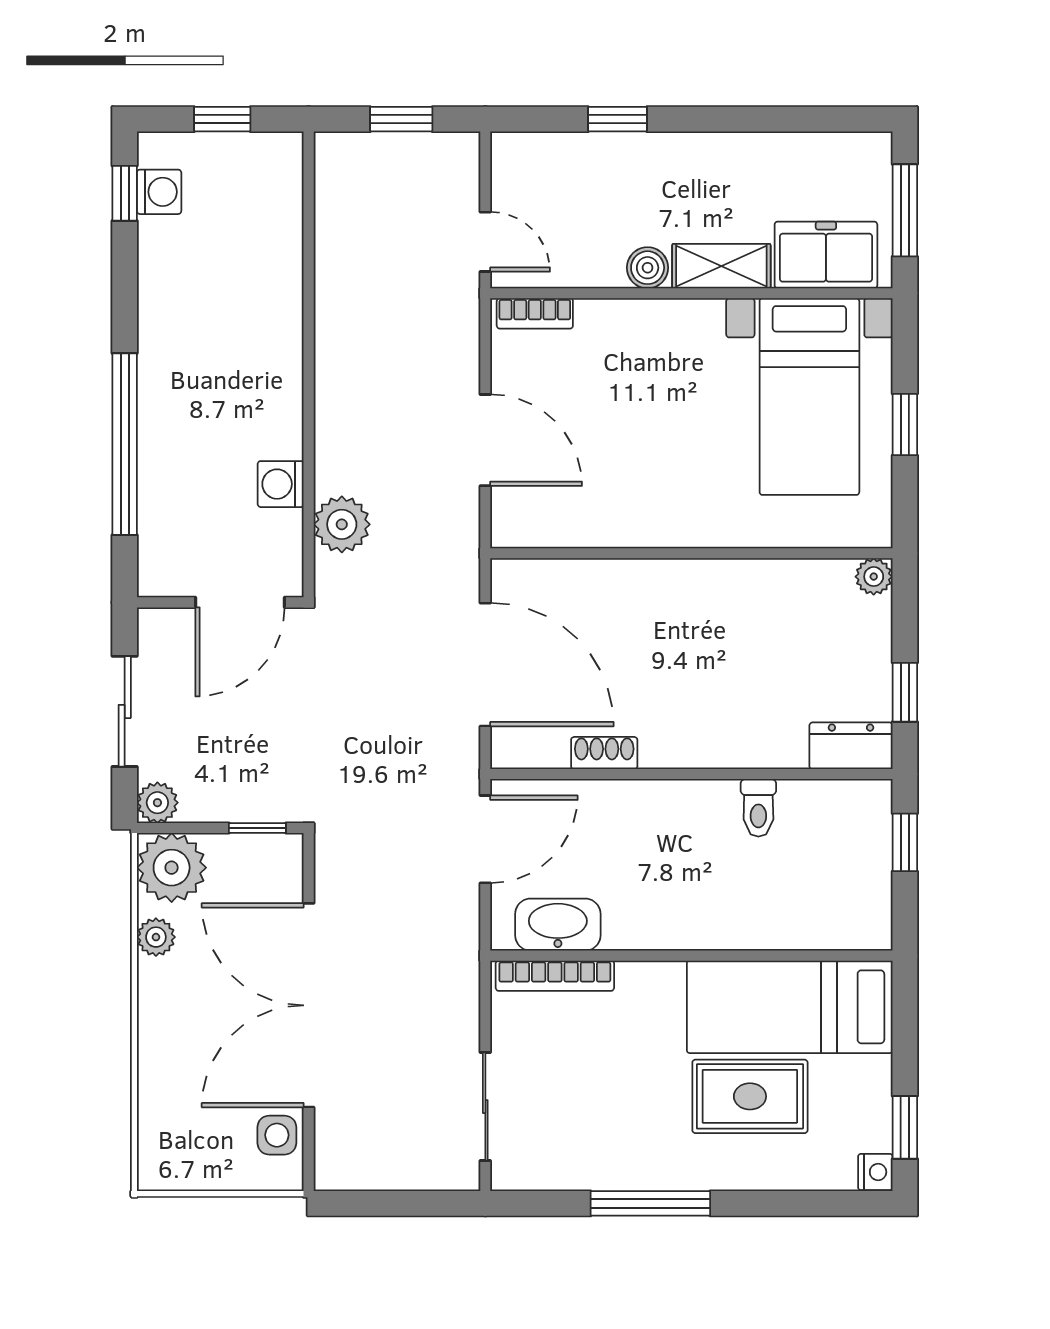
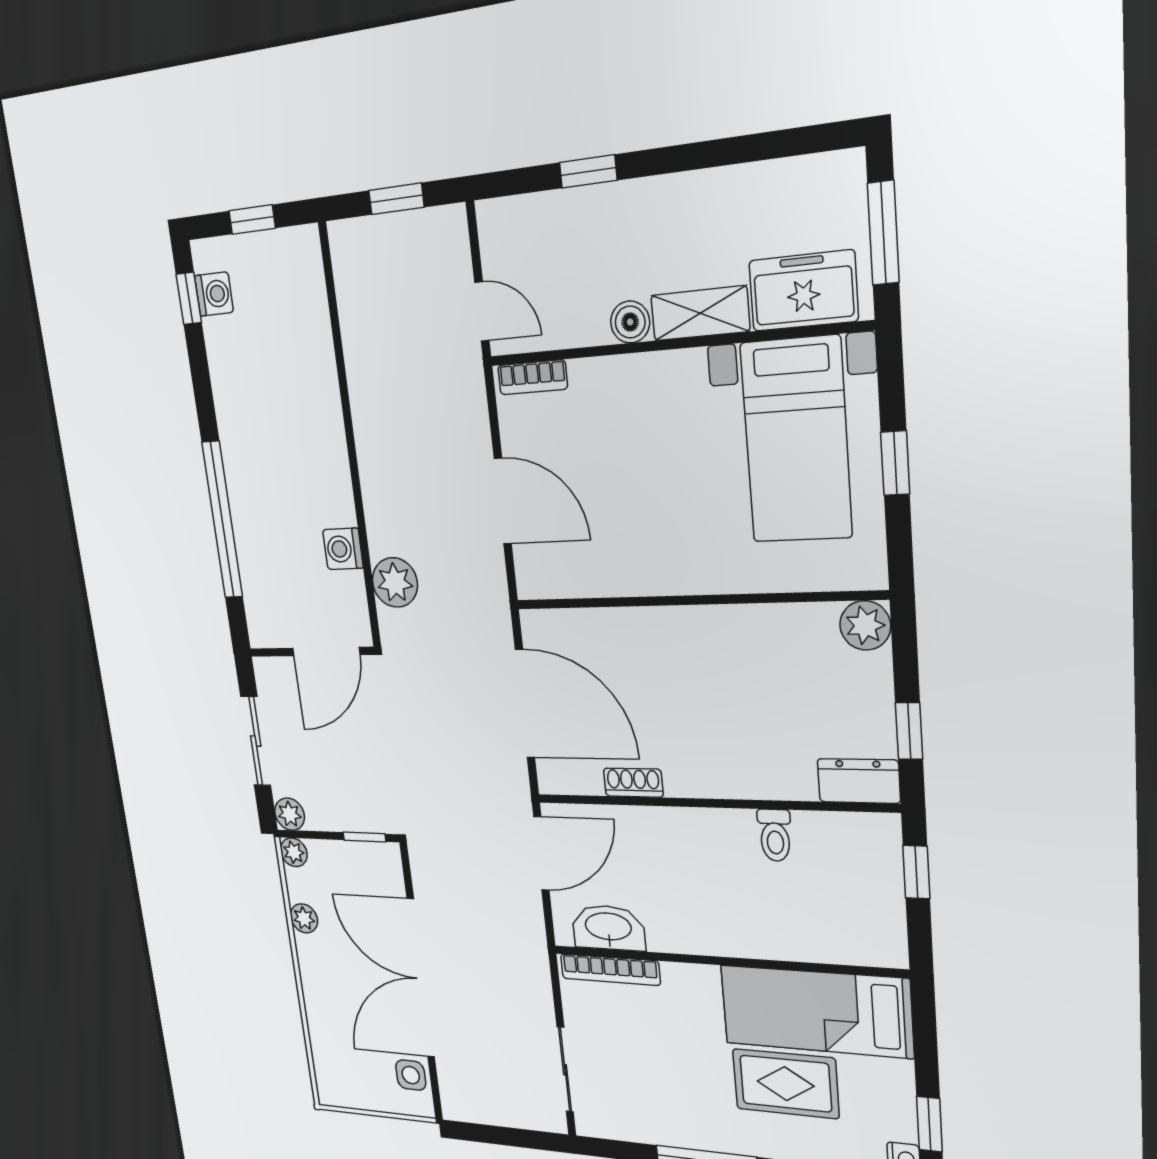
plant: (874, 577) -> (865, 625), width x1.38, depth x1.38
plant: (172, 868) -> (294, 852), width x0.53, depth x0.53

